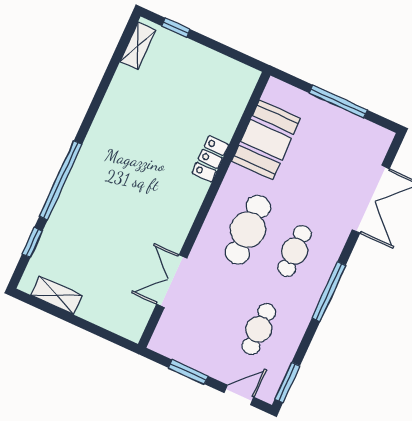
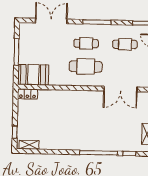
booth: (266, 140) -> (33, 75), moved
locker: (210, 159) -> (27, 94), moved
double door: (172, 281) -> (120, 89), width x1.37

